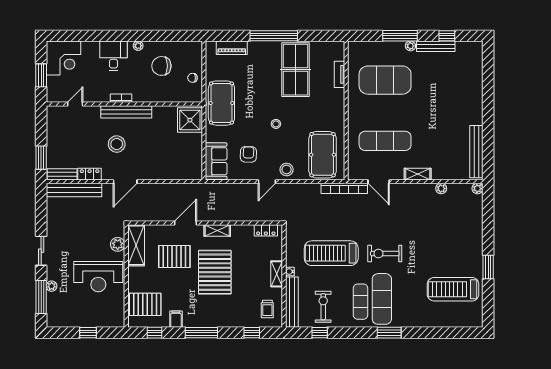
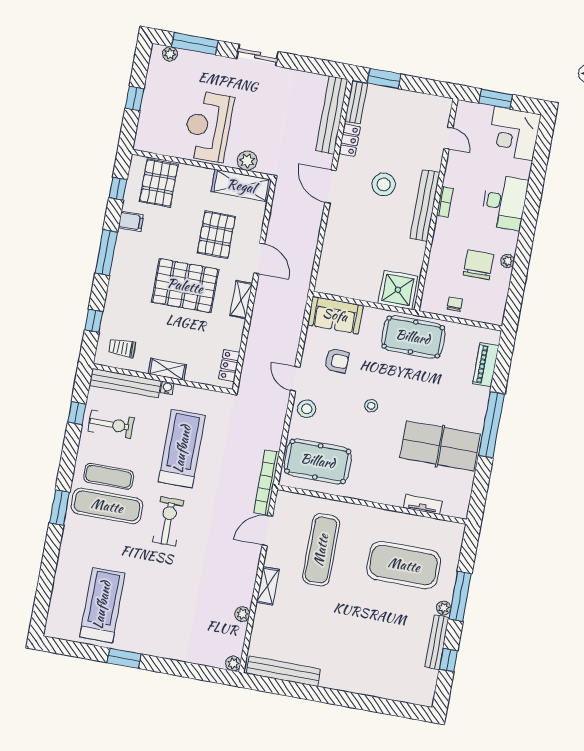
plant: (138, 46) -> (508, 261), moved
desk: (113, 56) -> (504, 202), width x1.37
exercise mat: (385, 80) -> (404, 565), turned 90
plant: (52, 286) -> (170, 54), moved

